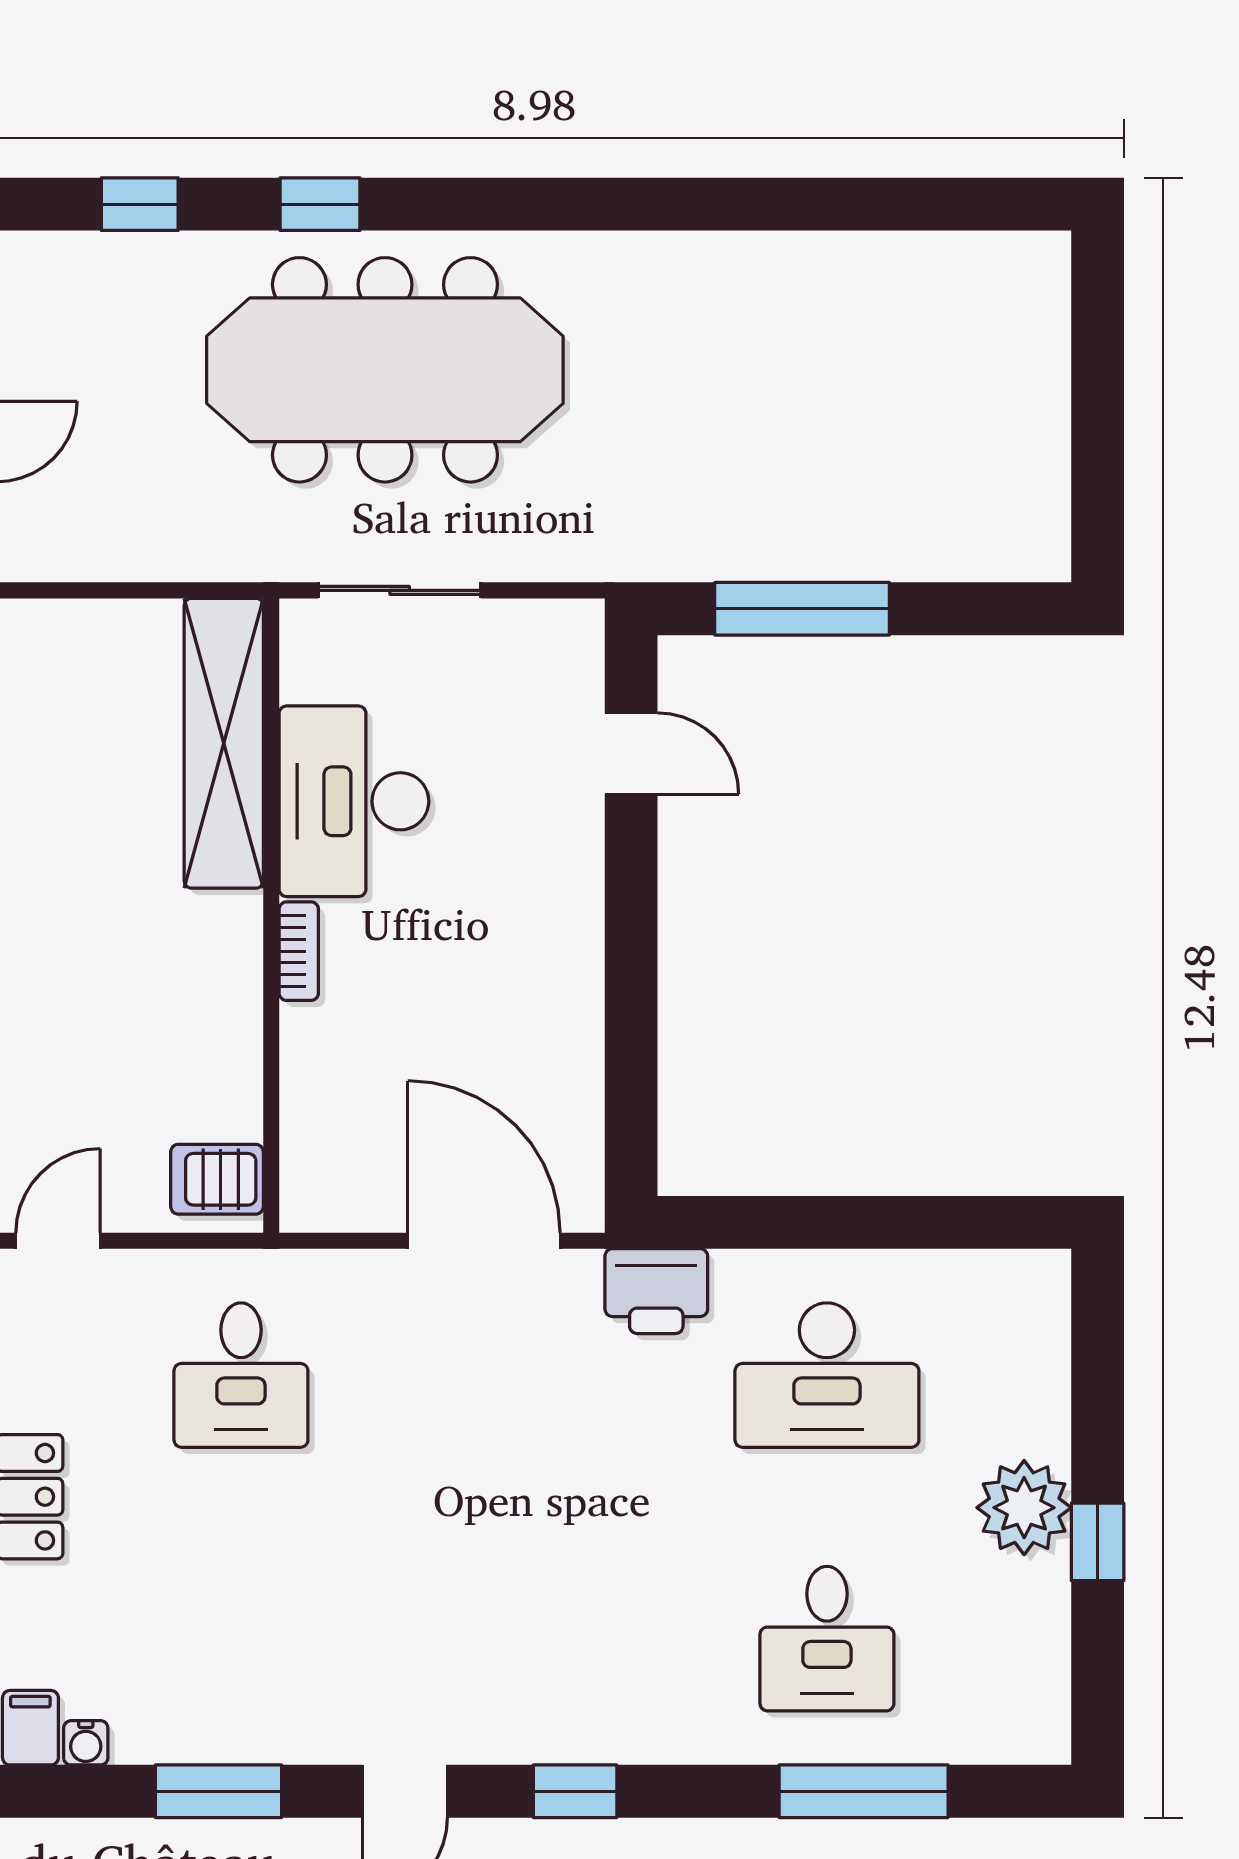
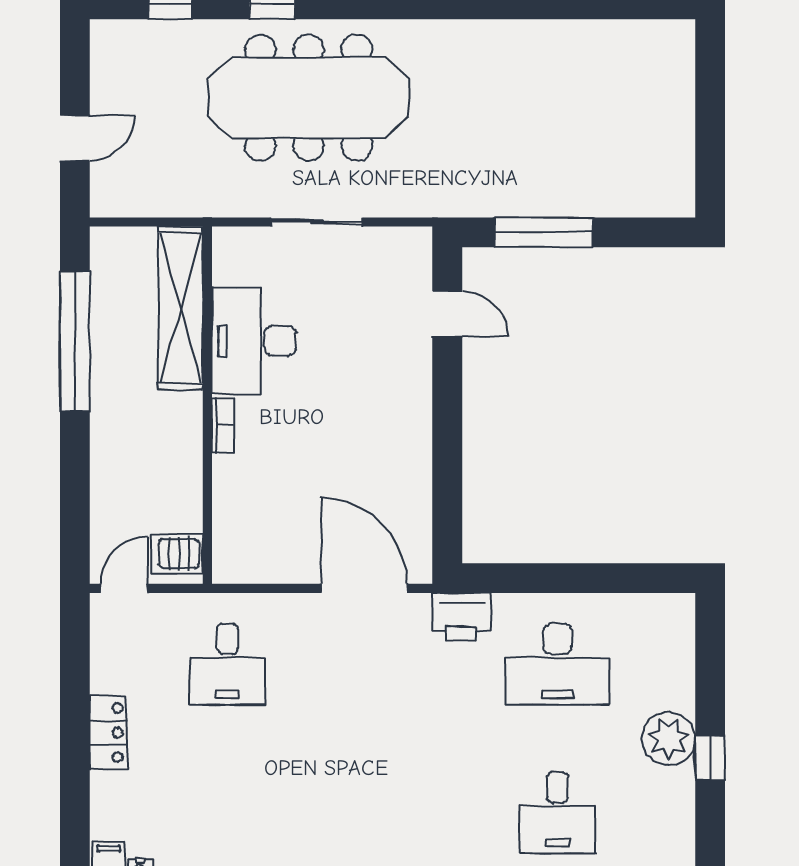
shelving: (224, 743) -> (181, 308), moved
desk: (354, 801) -> (254, 341), moved
wall: (271, 916) -> (207, 405), moved
bookcase: (299, 951) -> (223, 425), moved
server rack: (217, 1179) -> (177, 554), moved

